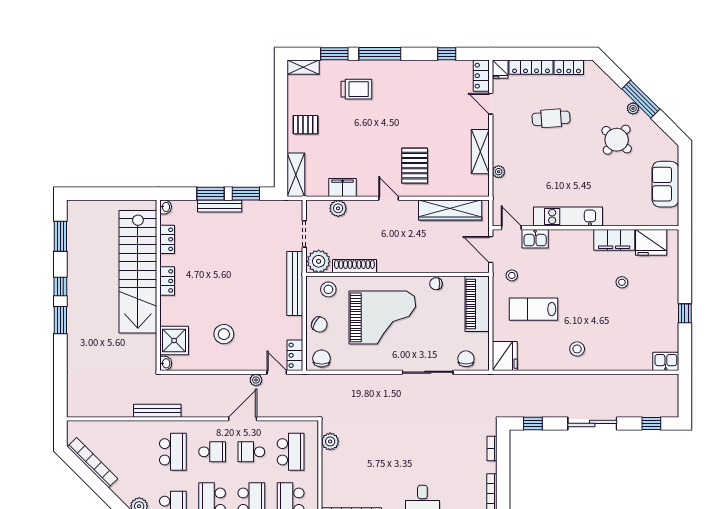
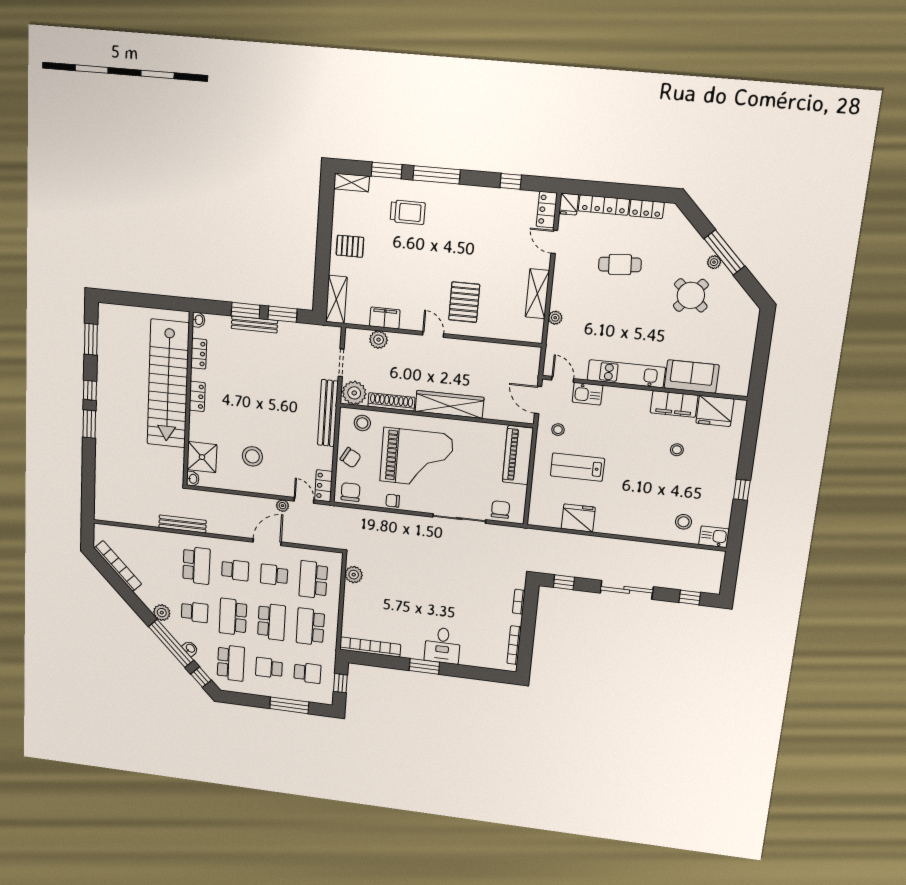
sofa: (665, 184) -> (692, 377), moved, turned 90
wardrobe: (450, 210) -> (449, 404), moved, turned 180
chair: (436, 284) -> (393, 501), moved
stool: (577, 349) -> (683, 522), moved
fridge: (505, 356) -> (578, 518), moved, turned -90
school desk: (291, 452) -> (313, 580), turned 180

